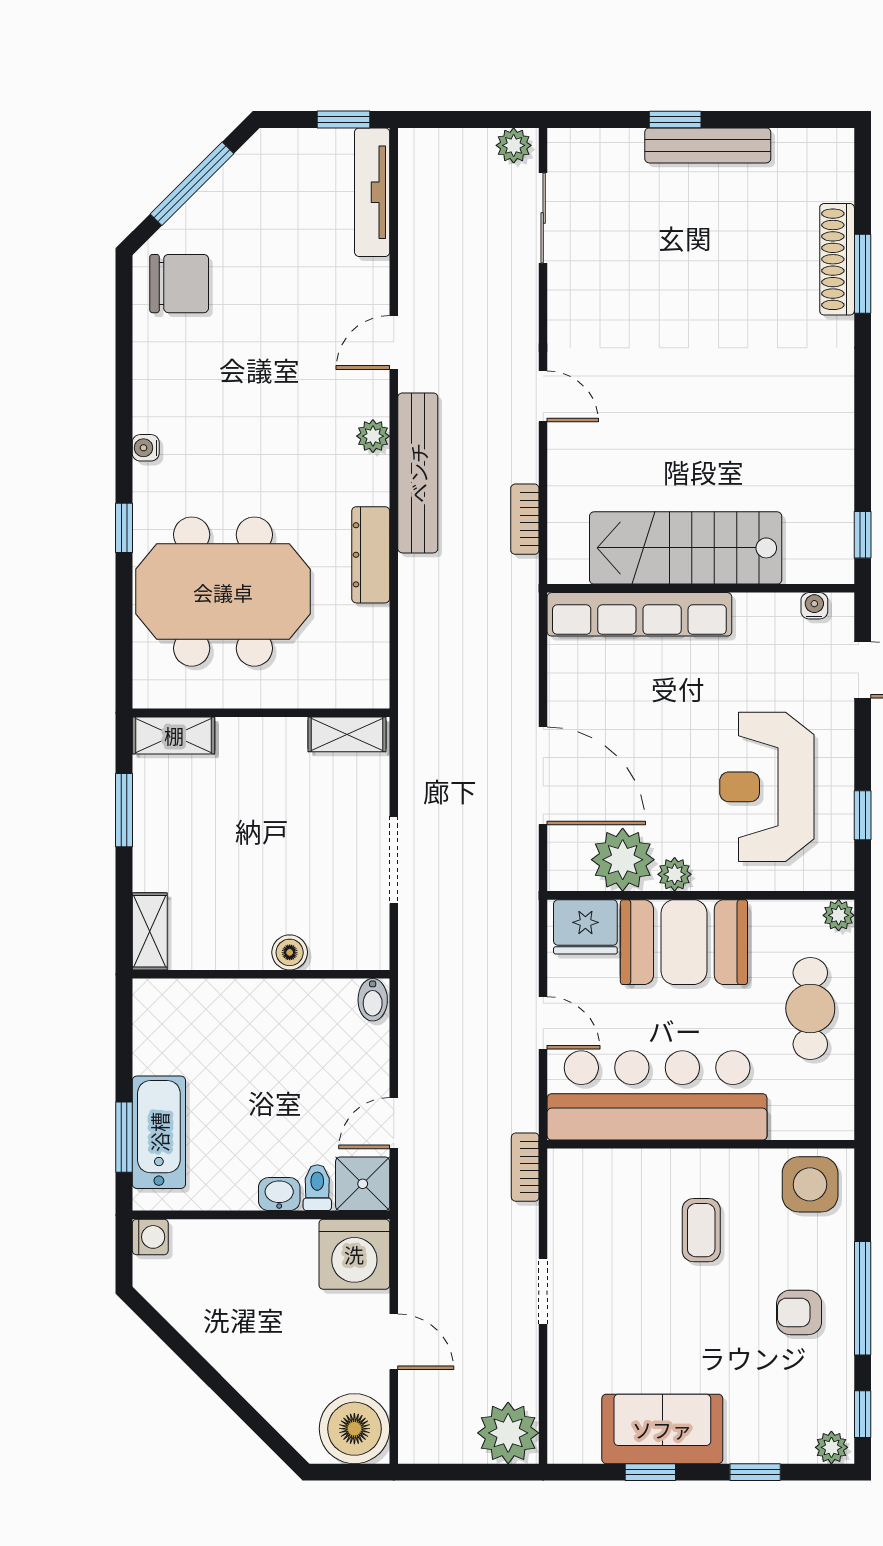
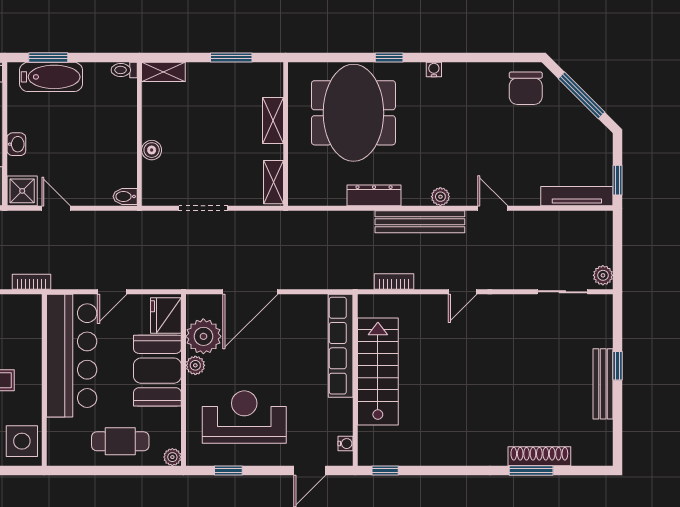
shelving: (174, 735) -> (273, 120), moved
toilet: (317, 1188) -> (124, 70), moved, turned 180

